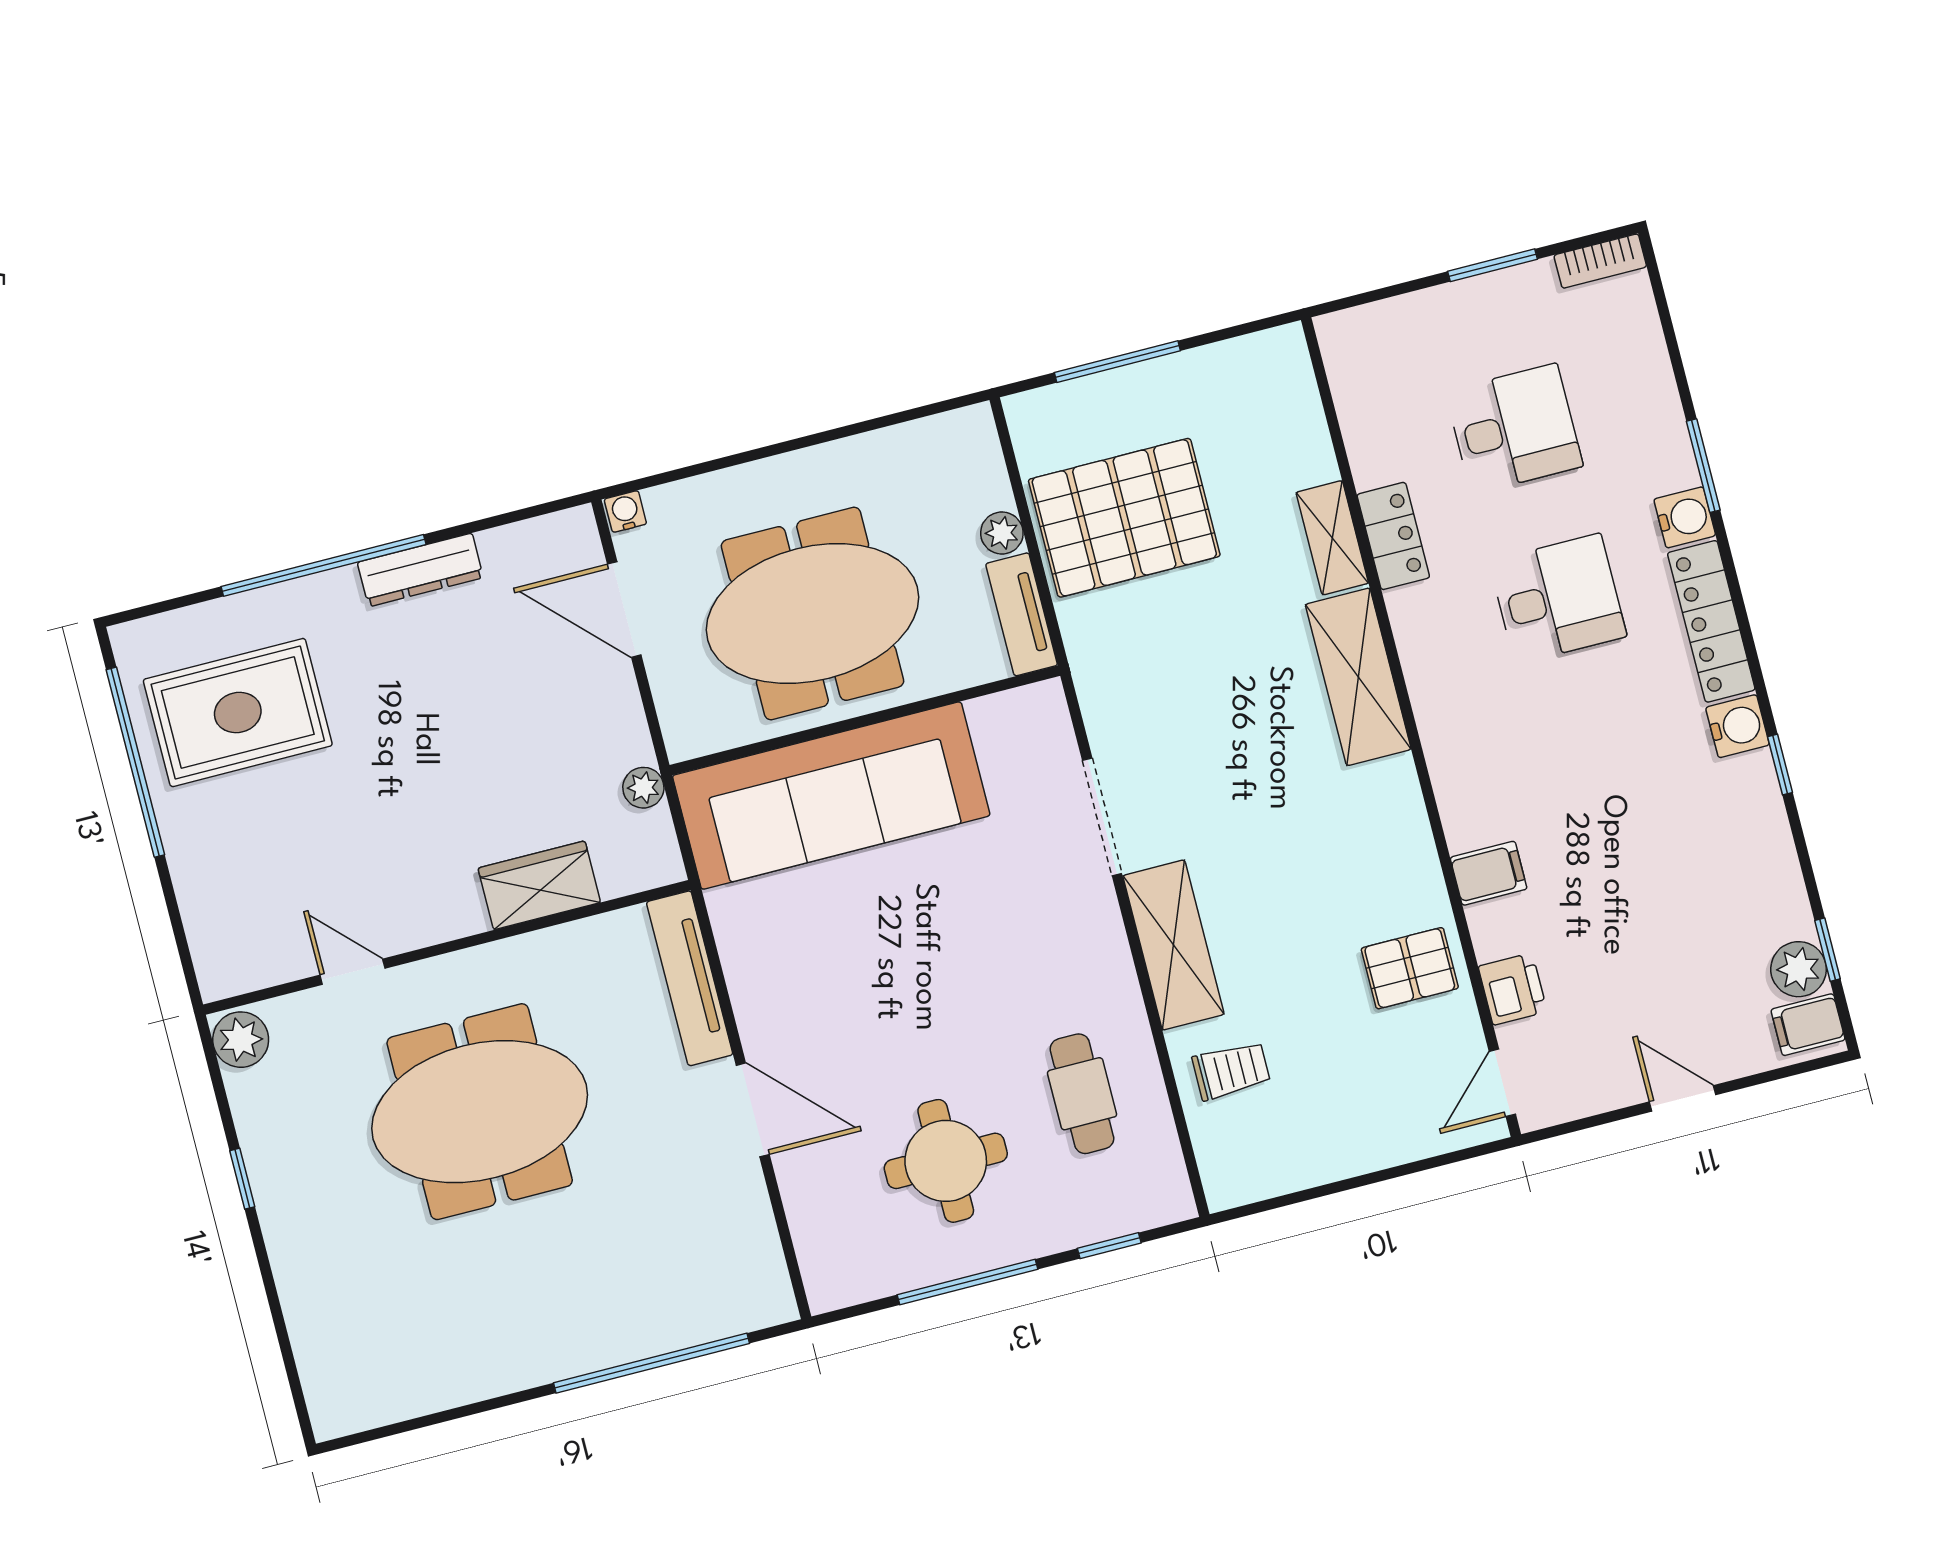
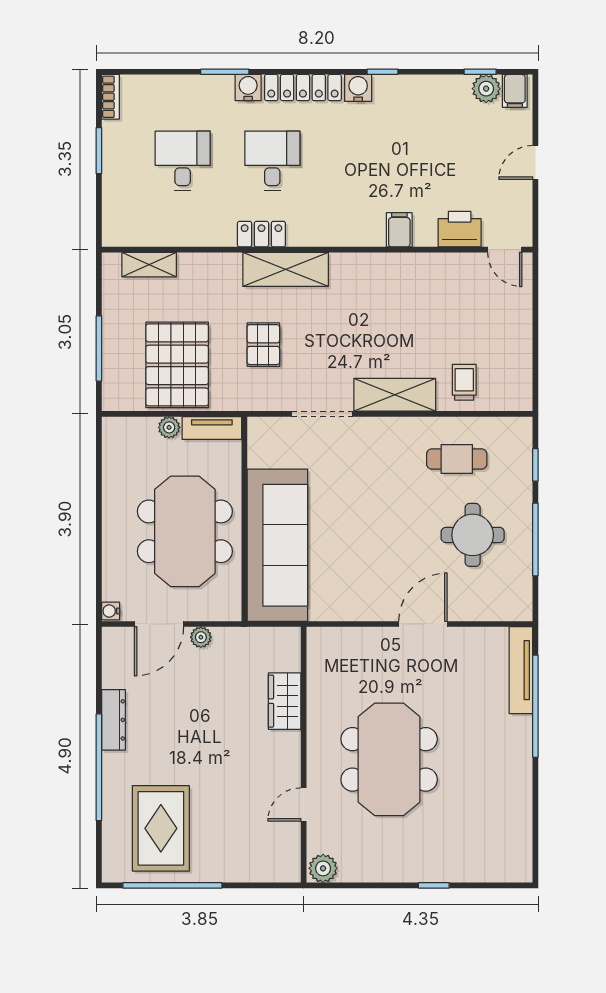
locker: (1393, 536) -> (261, 234), moved
shelving: (1332, 538) -> (149, 265), moved
plant: (643, 788) -> (201, 637), moved
pallet: (1410, 968) -> (263, 345), moved
tv unit: (690, 978) -> (521, 670), moved, turned 90
printer: (1513, 989) -> (460, 229), width x1.36, depth x1.24
window: (242, 1179) -> (434, 885), moved

